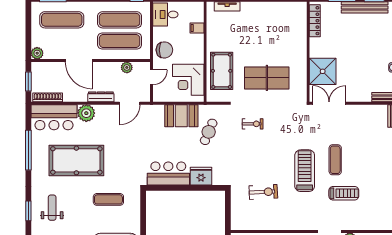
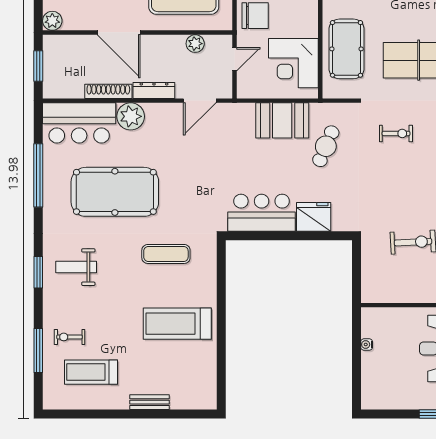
shoe rack: (48, 97) -> (108, 91), moved
weight bench: (52, 208) -> (76, 267), turned -90

